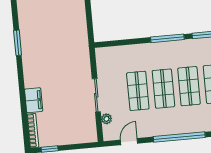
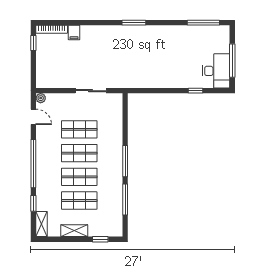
sliding door: (96, 95) -> (91, 91), moved
filing cabinet: (34, 100) -> (74, 33), width x0.50
plant: (106, 119) -> (41, 98), moved

